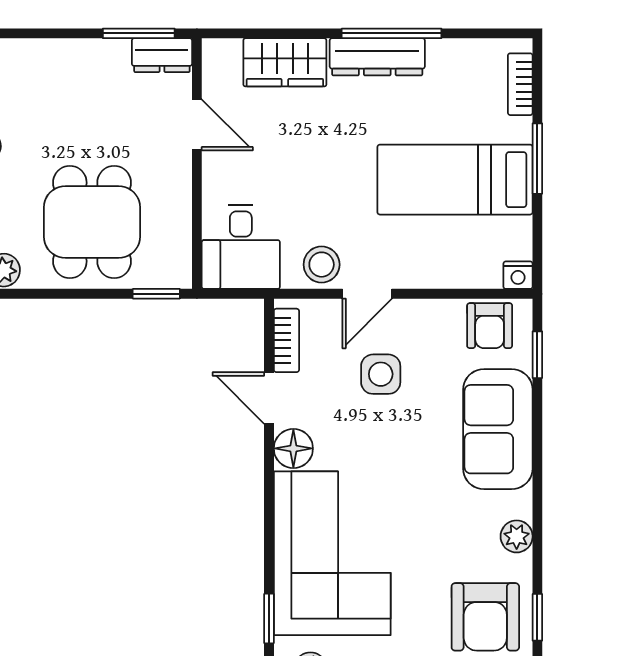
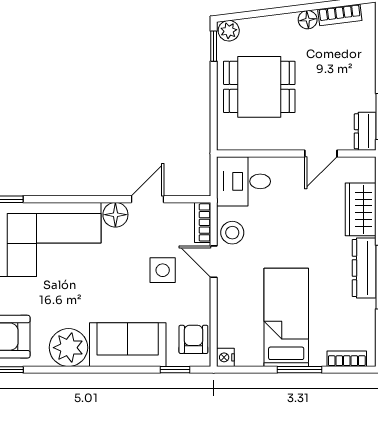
window: (156, 294) -> (214, 46), moved
armchair: (490, 326) -> (193, 339), turned 90
bookcase: (286, 340) -> (203, 222), moved, turned 90
plant: (517, 536) -> (68, 348), width x1.88, depth x1.88

